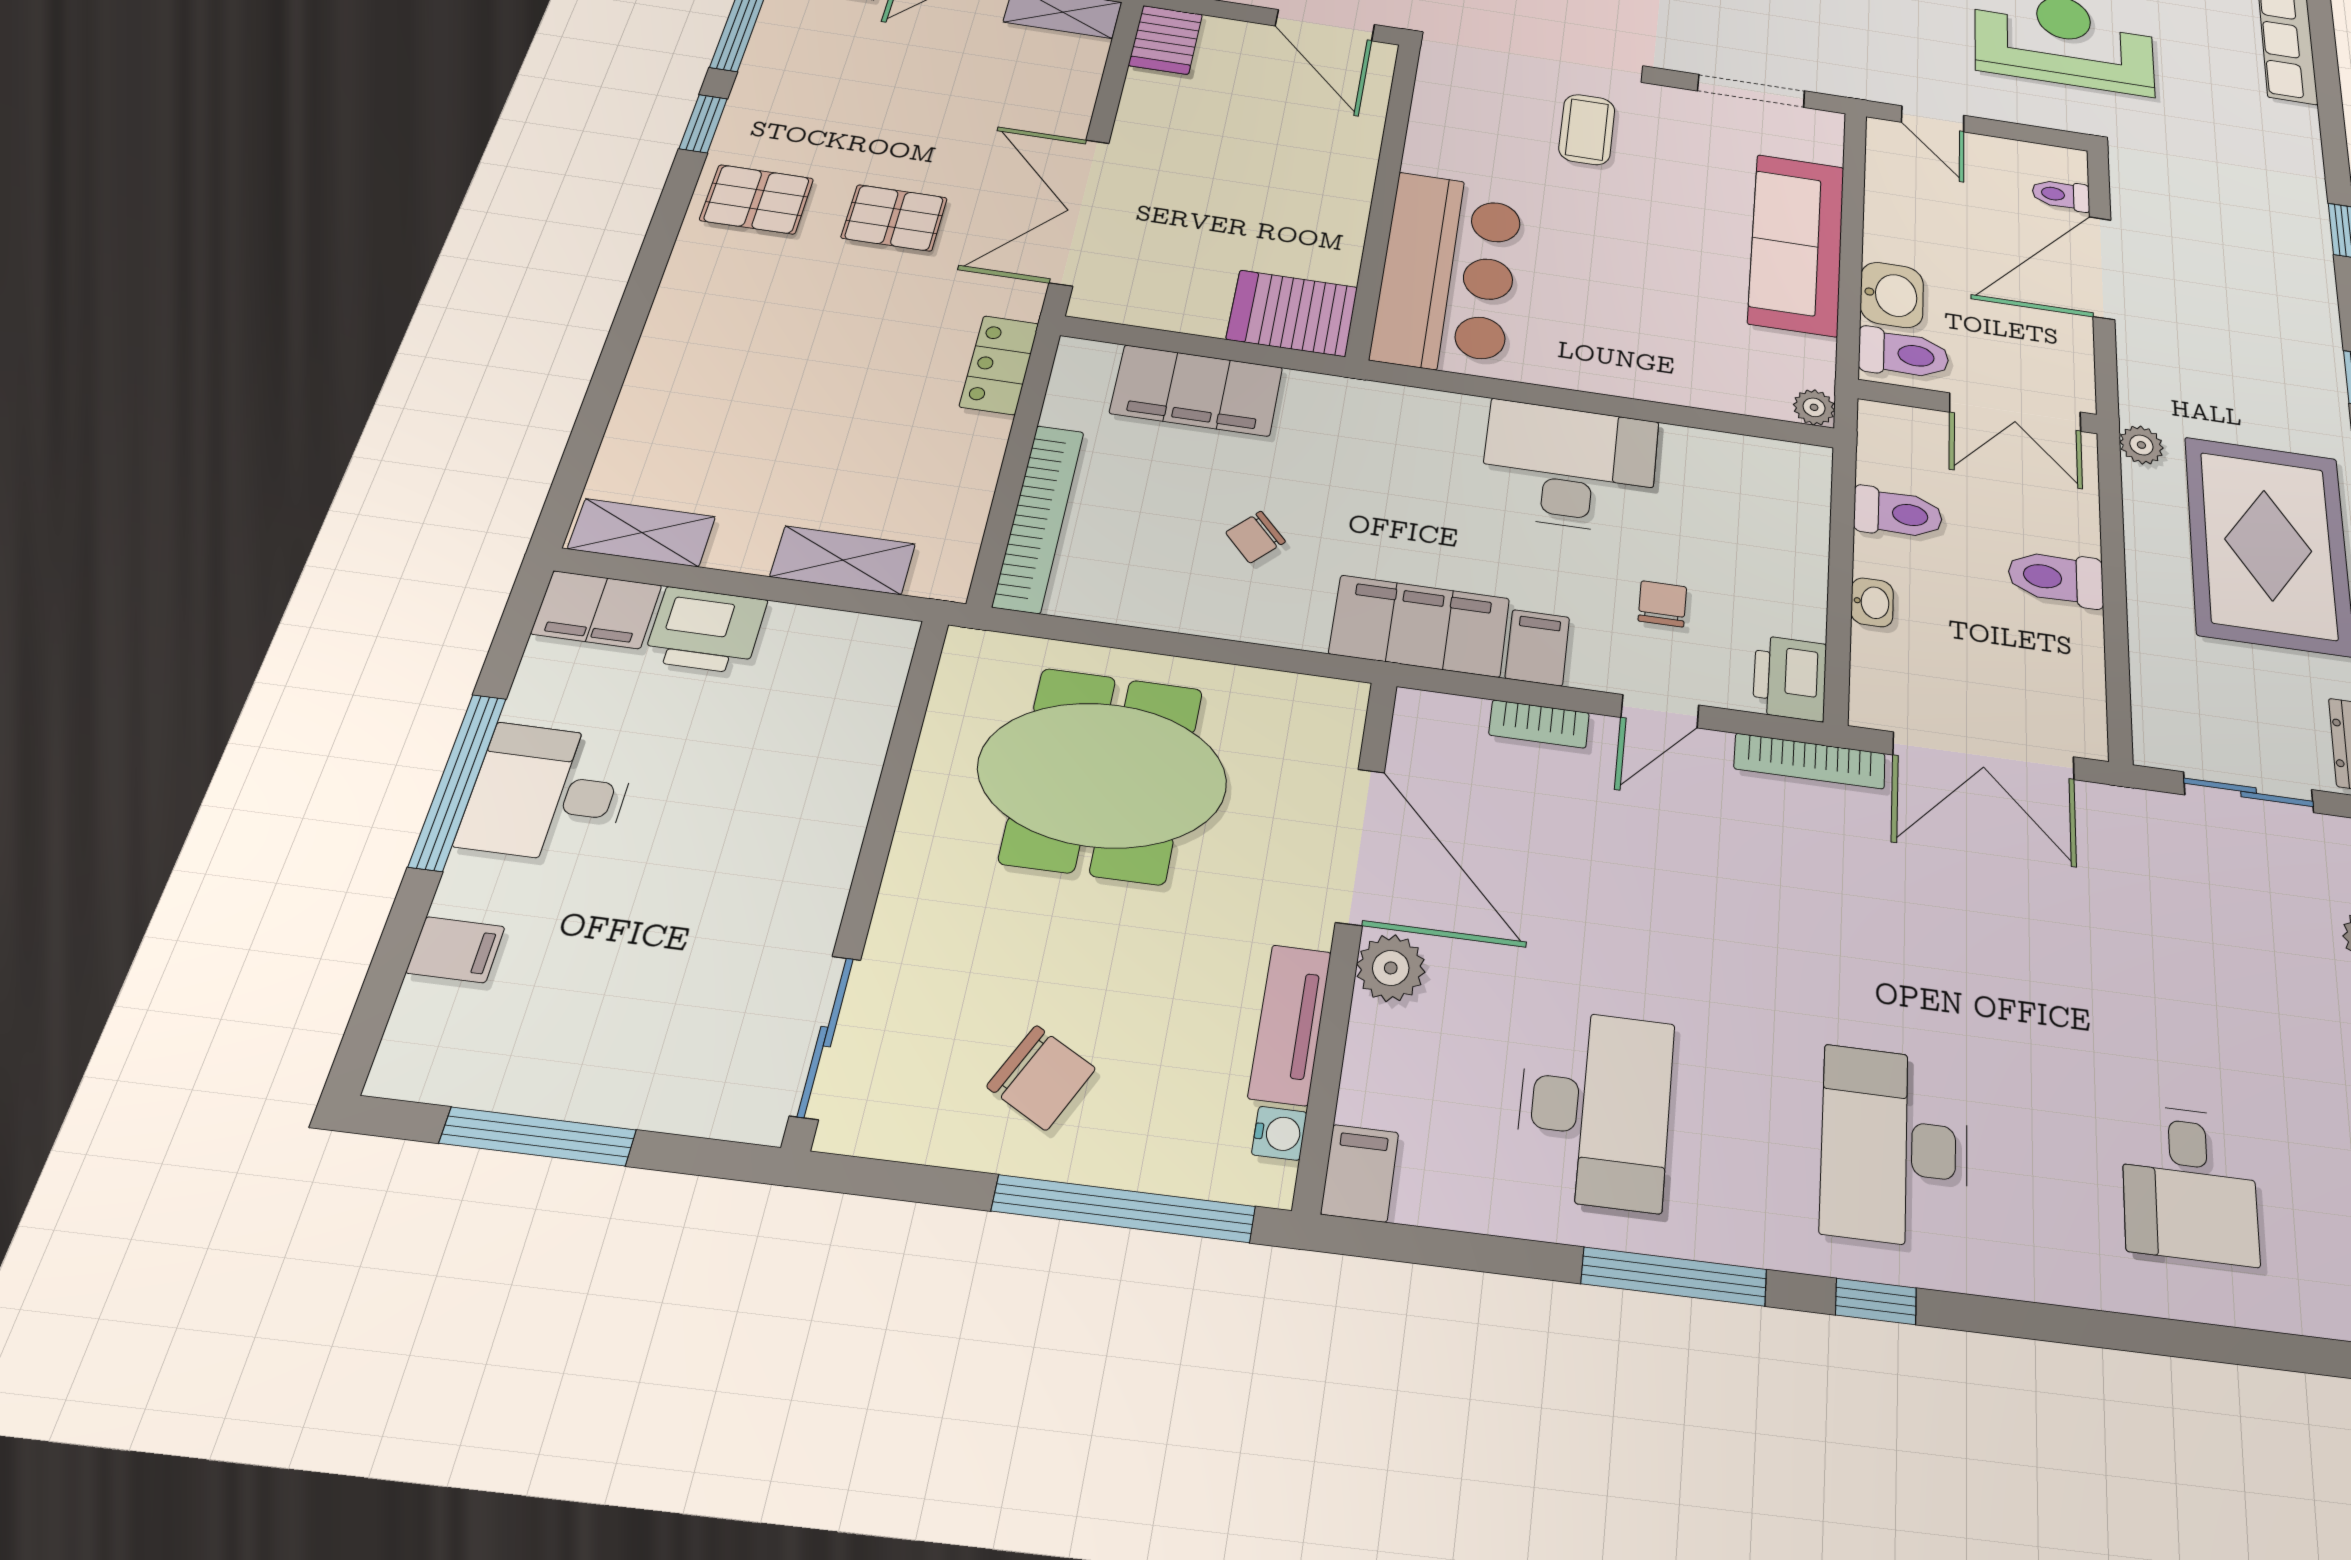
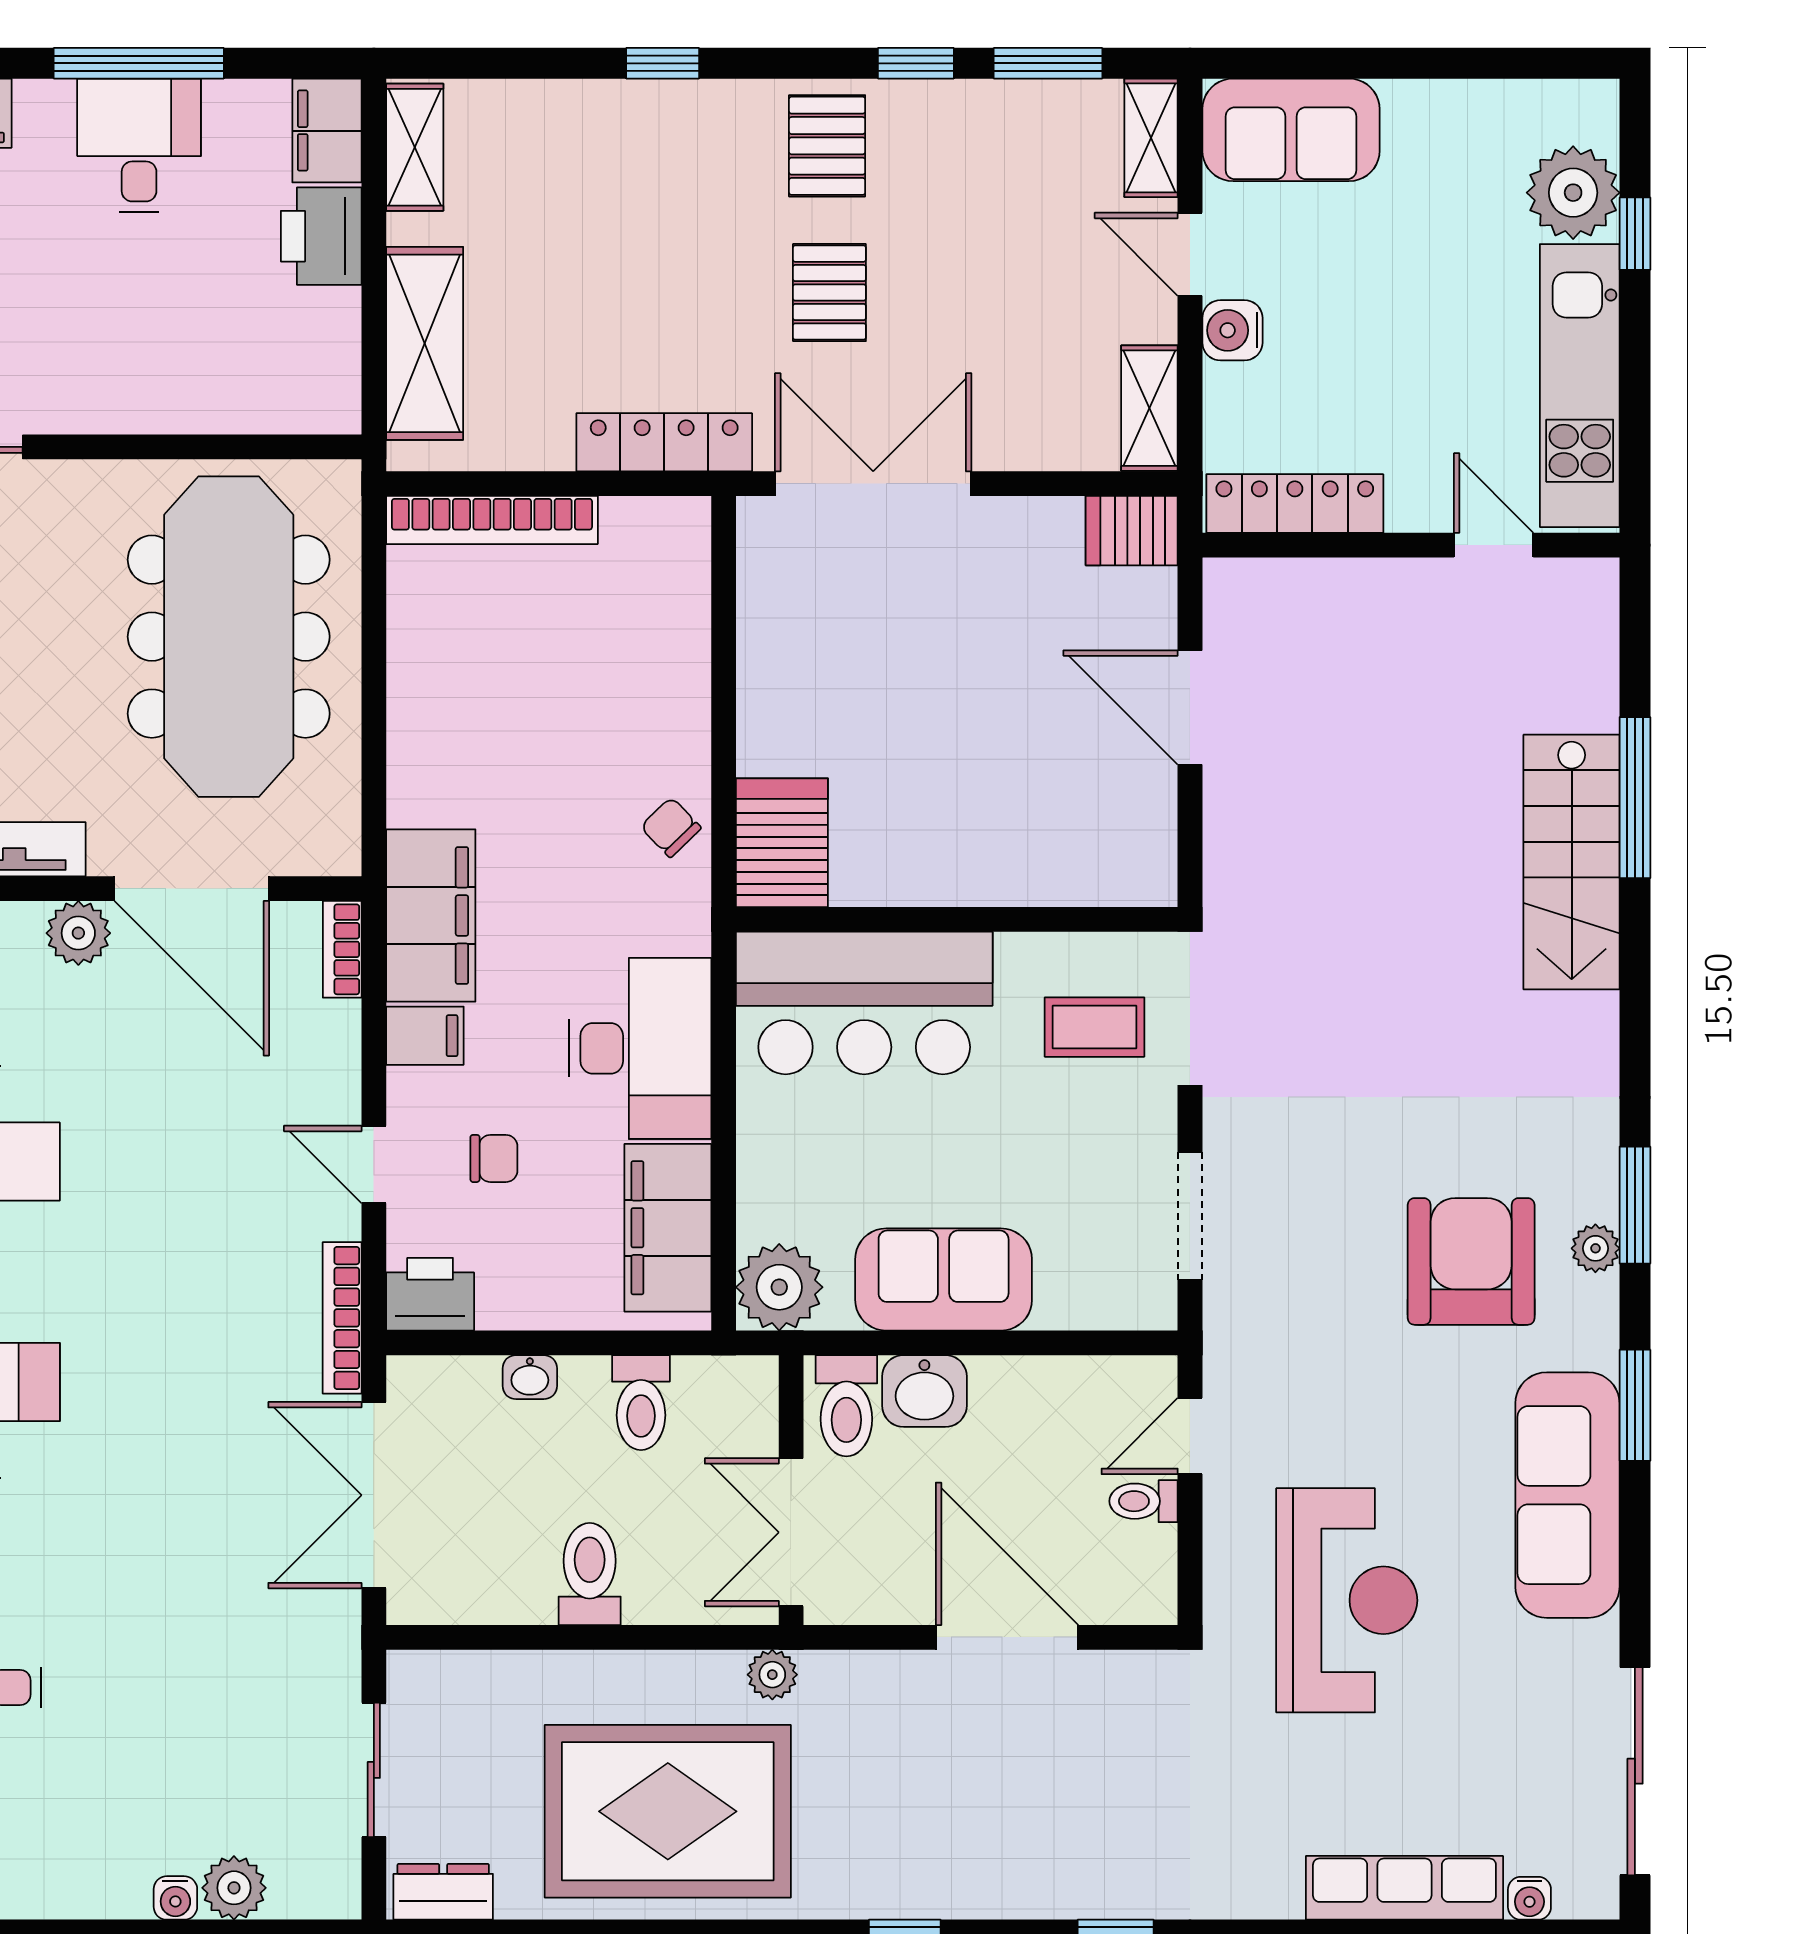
door: (1325, 25) -> (1190, 707), hinge flipped
toilet: (2061, 195) -> (1144, 1501), moved, turned -90
wall: (1384, 196) -> (957, 919), moved
sofa: (1797, 244) -> (944, 1279), width x0.73
bar counter: (1448, 273) -> (864, 1003), moved
window: (632, 313) -> (663, 63), added
server rack: (1292, 313) -> (782, 843), moved
locker: (999, 365) -> (664, 442), width x1.53
filing cabinet: (1197, 390) -> (668, 1228), moved
plant: (1814, 407) -> (779, 1287), width x1.88, depth x1.88
chair: (1256, 537) -> (671, 827), moved
shelving: (843, 560) -> (425, 343), width x1.50, depth x1.33
bookcase: (1539, 724) -> (342, 949), moved
meeting table: (1103, 775) -> (229, 637), width x1.36
door: (1360, 846) -> (192, 889), hinge flipped

